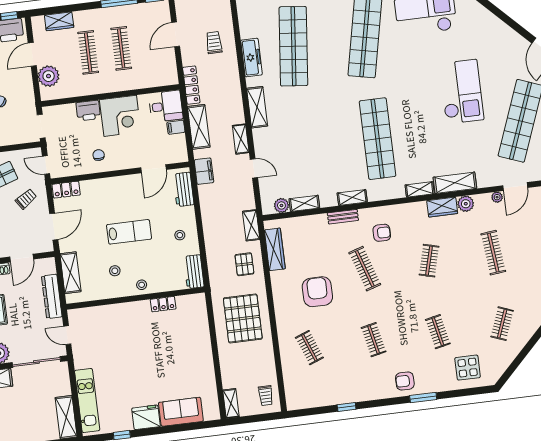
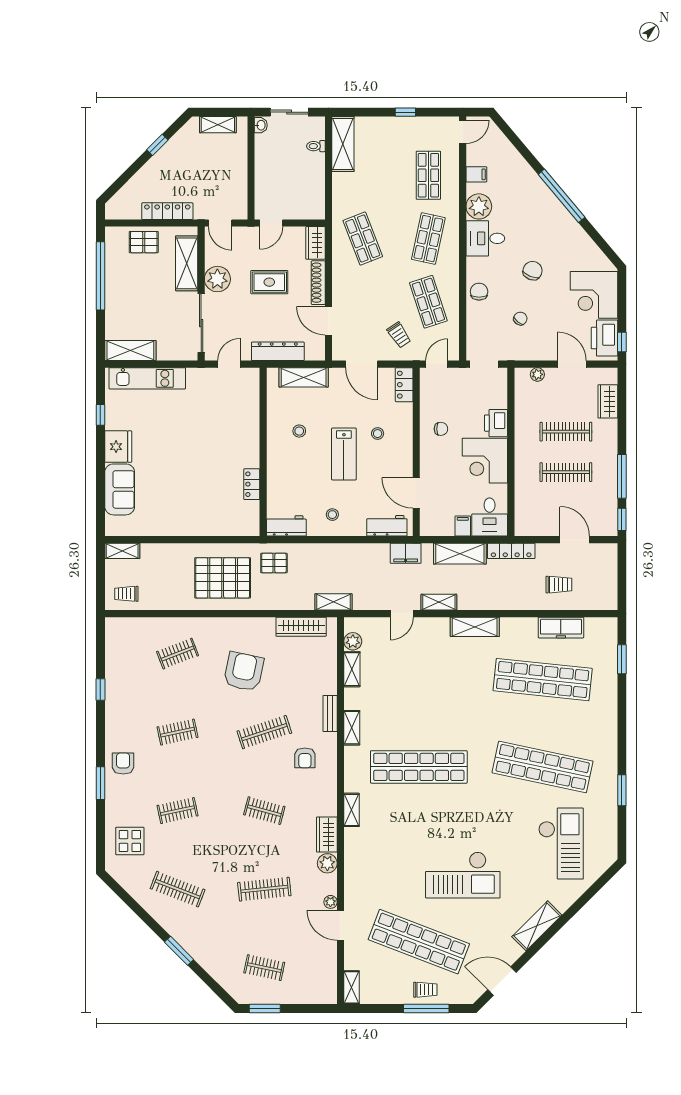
freezer: (252, 57) -> (561, 628), moved
plant: (49, 76) -> (537, 374), width x0.53, depth x0.53
shelving: (455, 183) -> (537, 926), moved, turned 45
pallet: (244, 264) -> (274, 563), moved
stool: (142, 285) -> (378, 434), moved
armchair: (317, 292) -> (244, 672), turned -78
clothes rail: (502, 324) -> (178, 889), width x1.36

